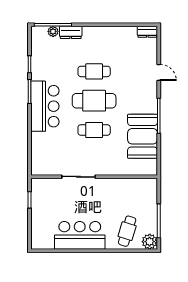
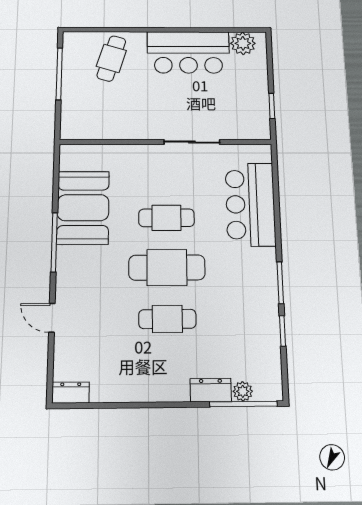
bar counter: (45, 106) -> (250, 204), moved
plant: (150, 242) -> (243, 43), moved

